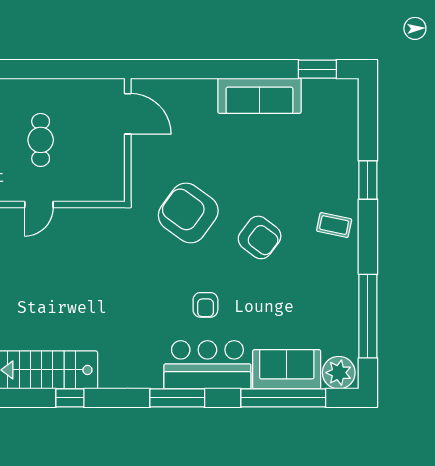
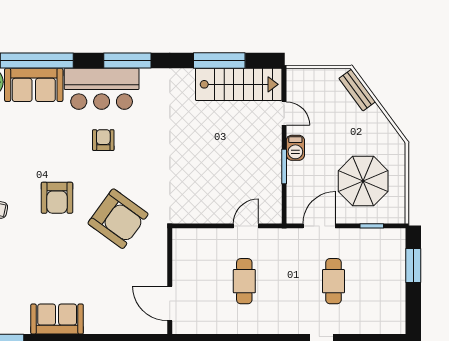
sofa: (259, 96) -> (57, 319), width x0.74
armchair: (260, 237) -> (57, 198), turned -127
window: (70, 398) -> (219, 60), width x2.17

